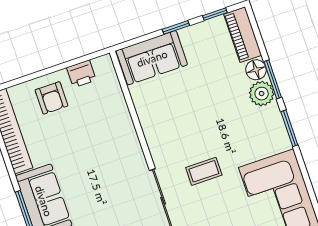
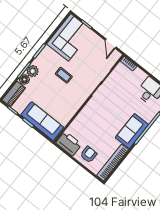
sofa: (152, 58) -> (42, 121), width x1.36
printer: (81, 74) -> (69, 144), width x1.87, depth x1.48
coffee table: (204, 171) -> (64, 75), moved

